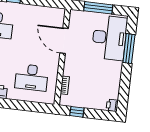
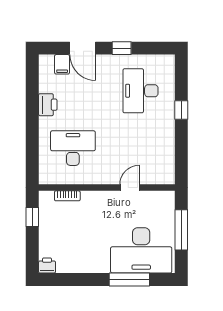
door: (64, 41) -> (130, 188), width x0.53
desk: (32, 77) -> (73, 148), turned 90

